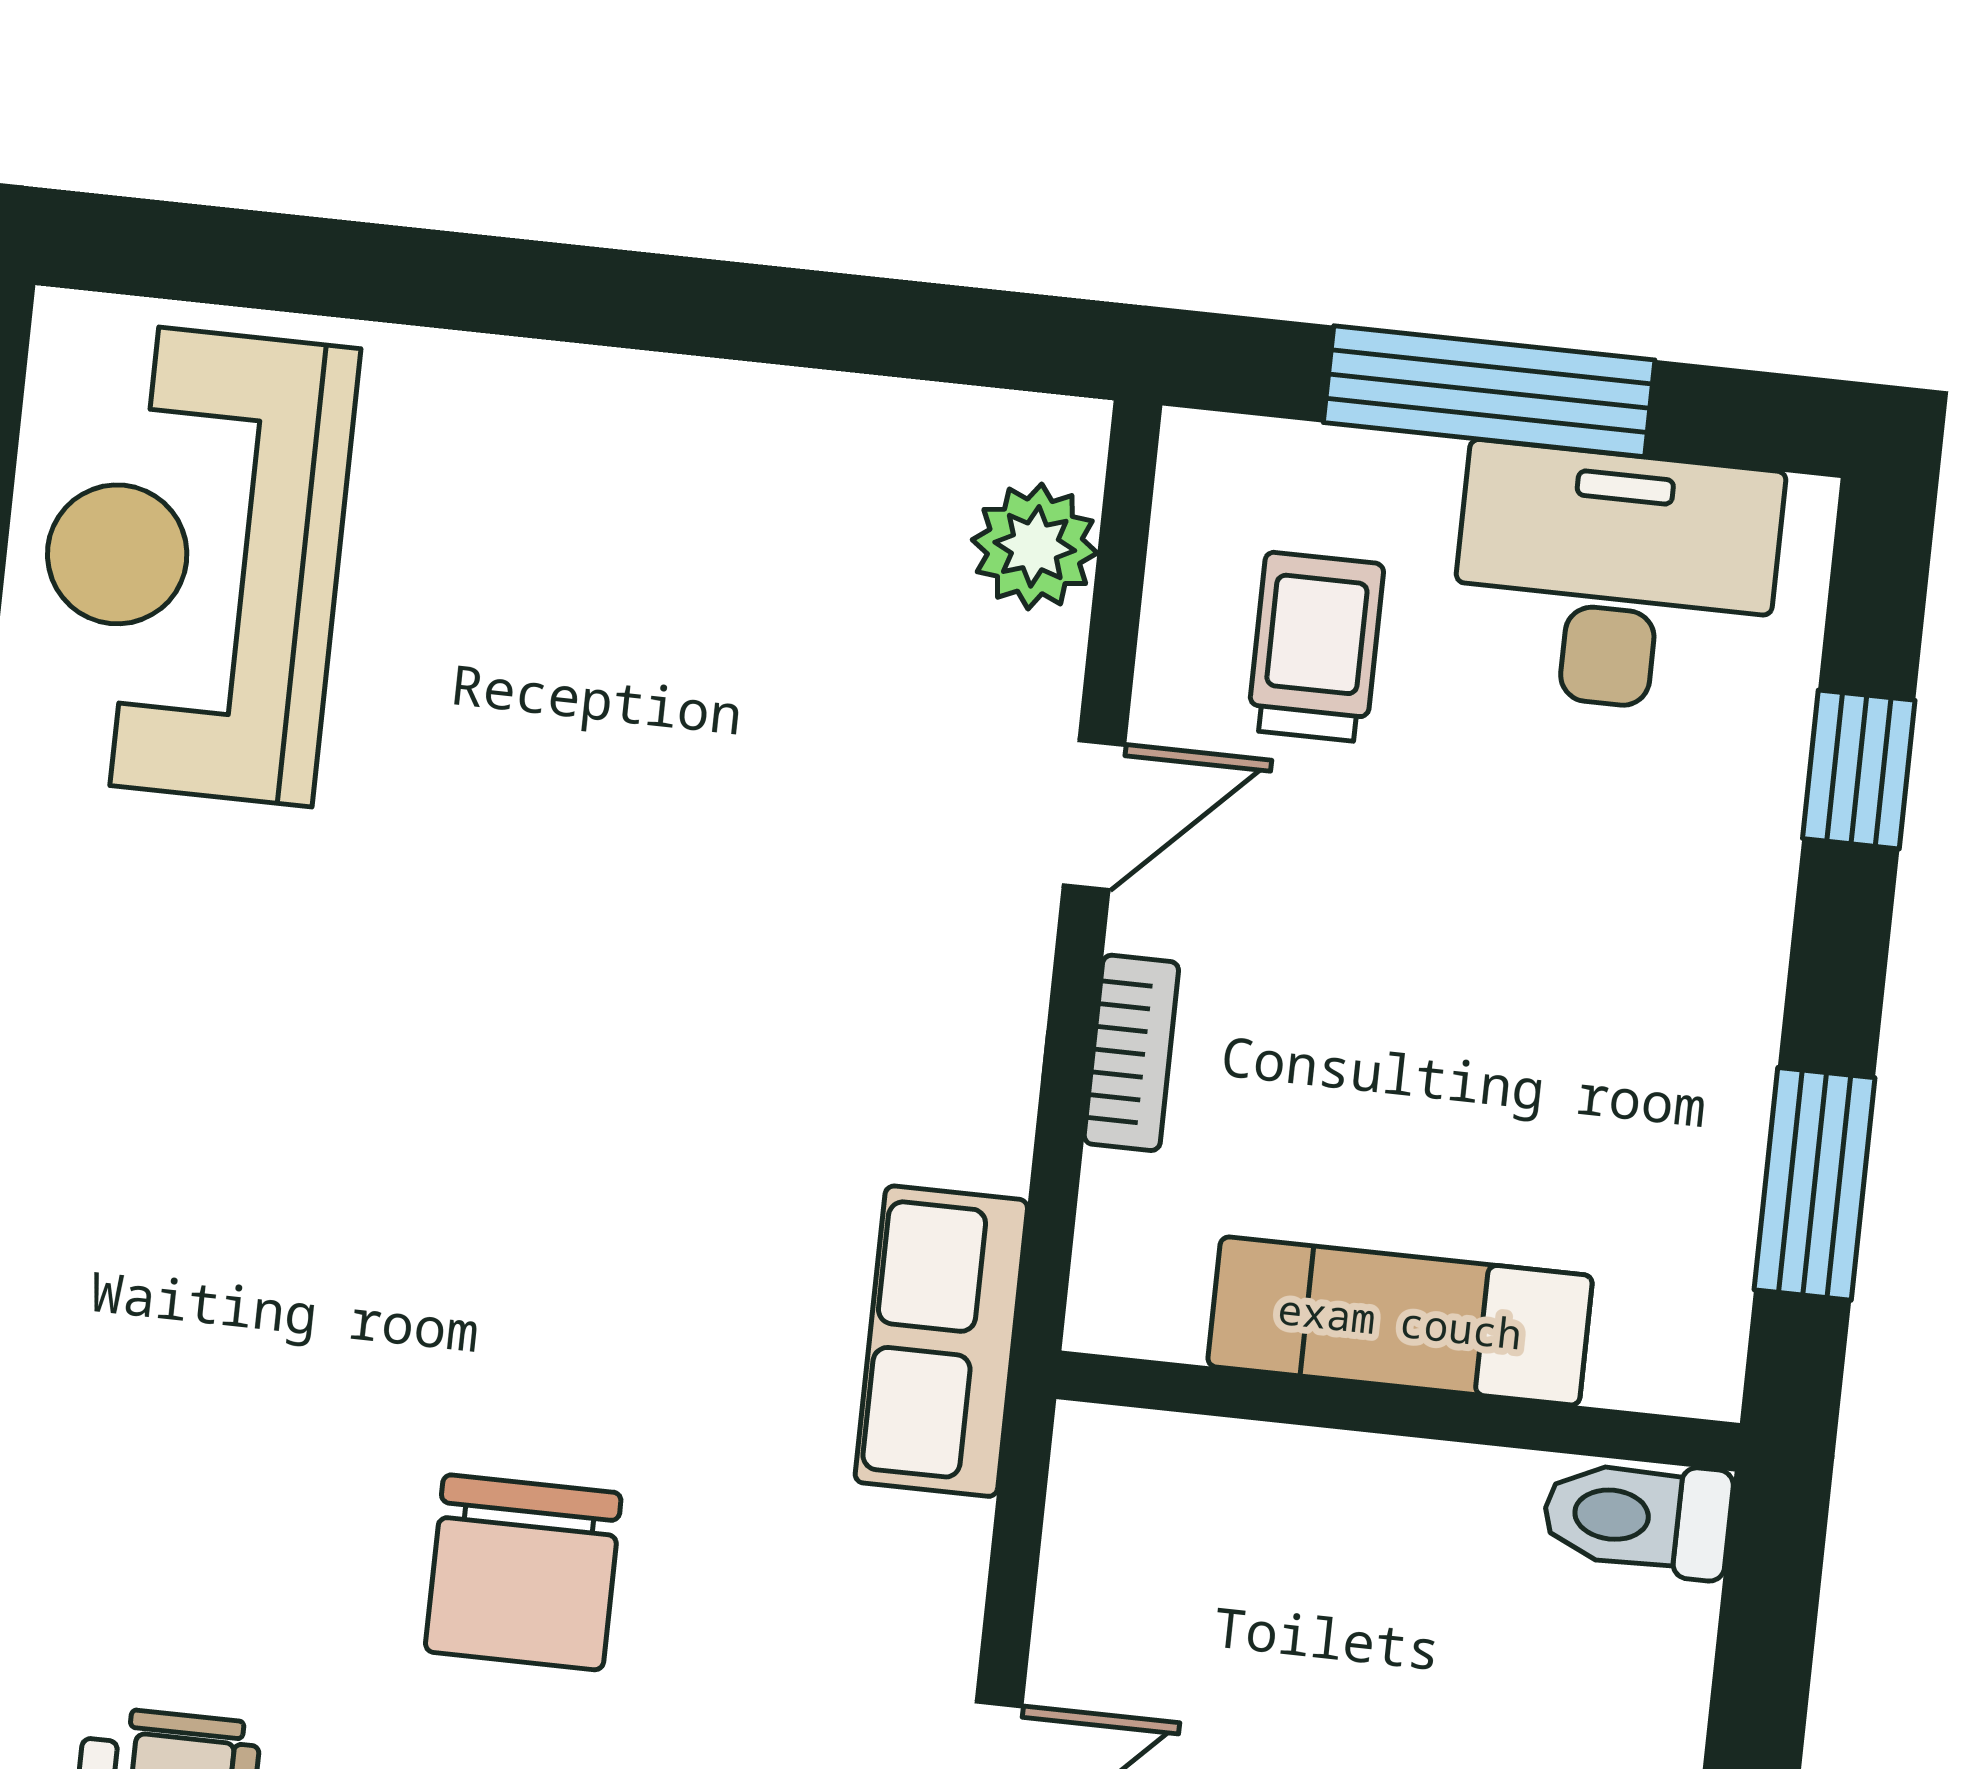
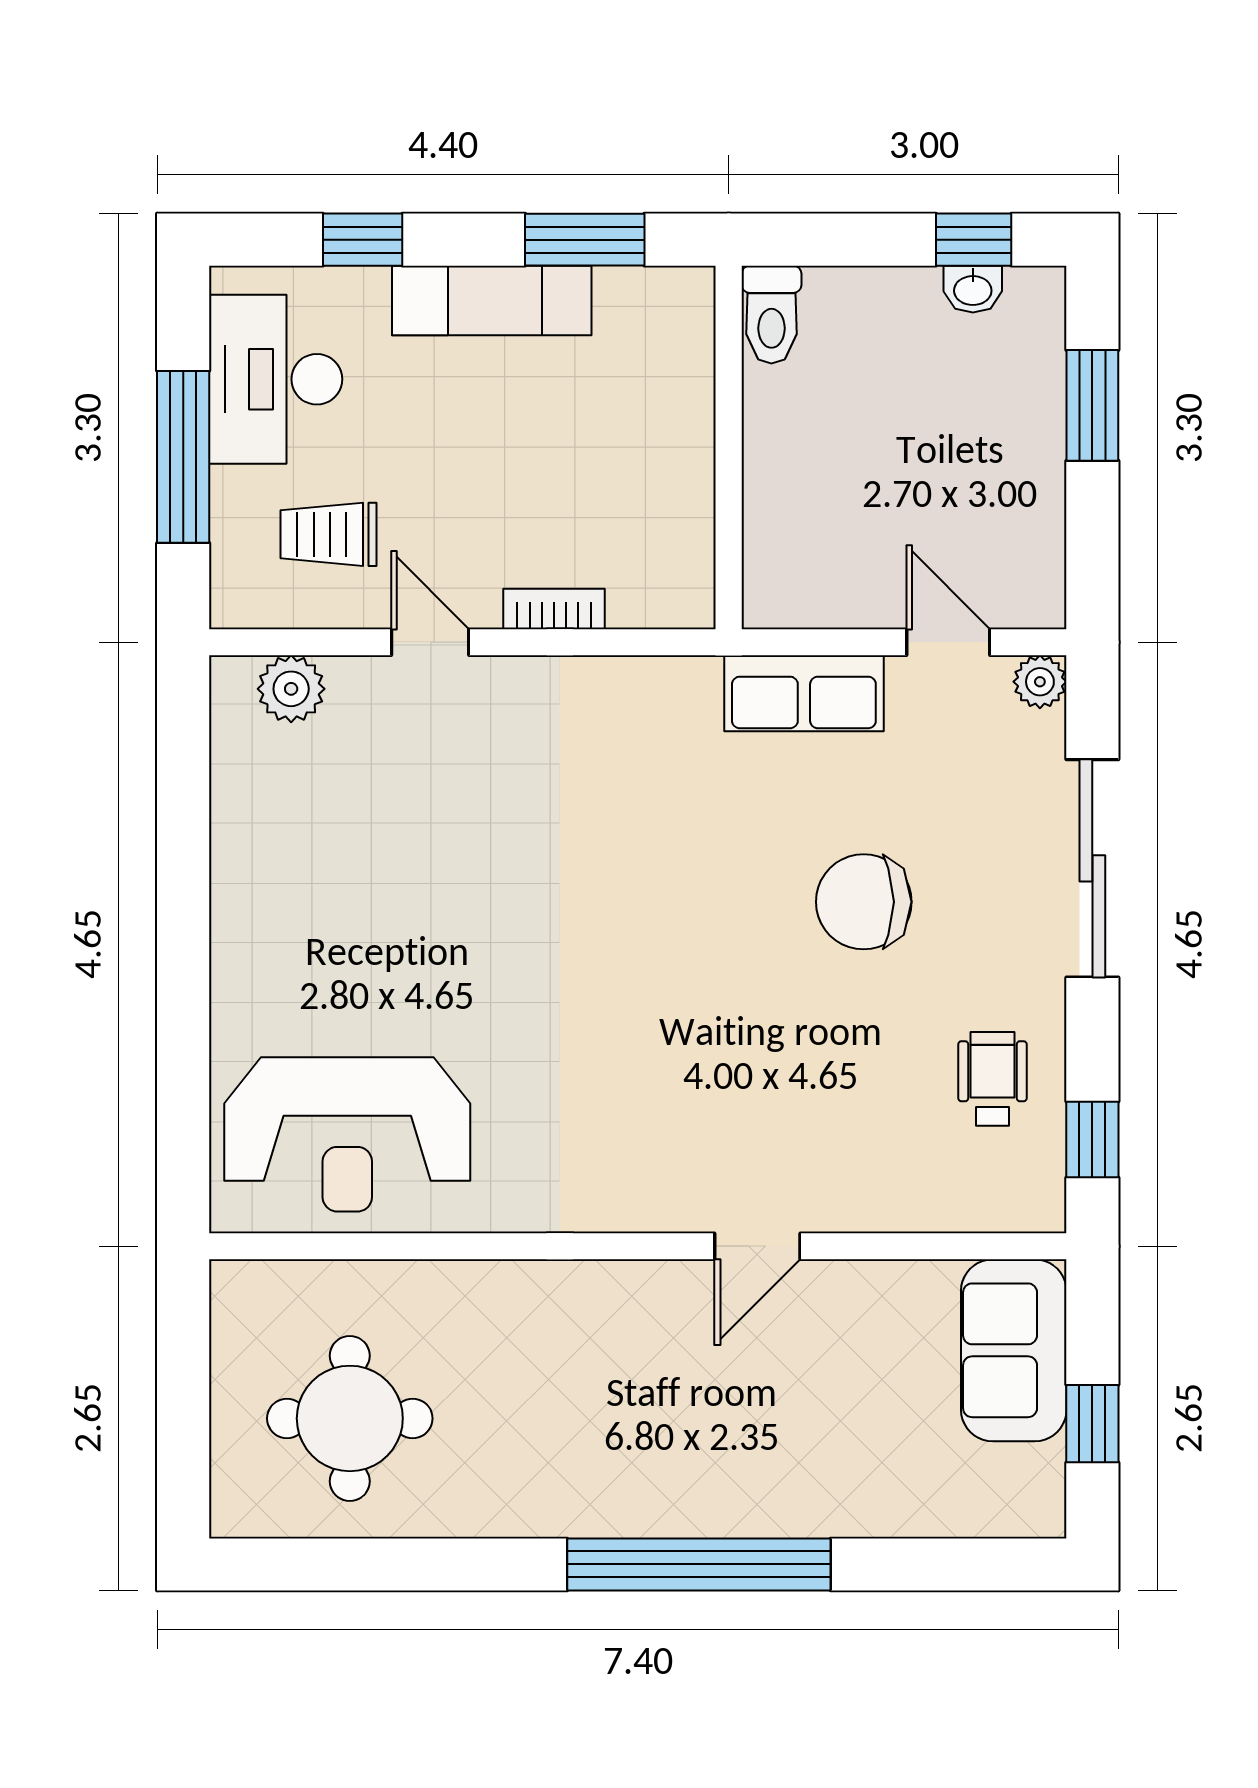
exam couch: (1400, 1321) -> (492, 300), moved, turned -90
row of seats: (941, 1341) -> (804, 693), moved
chair: (523, 1572) -> (864, 902), turned 180

